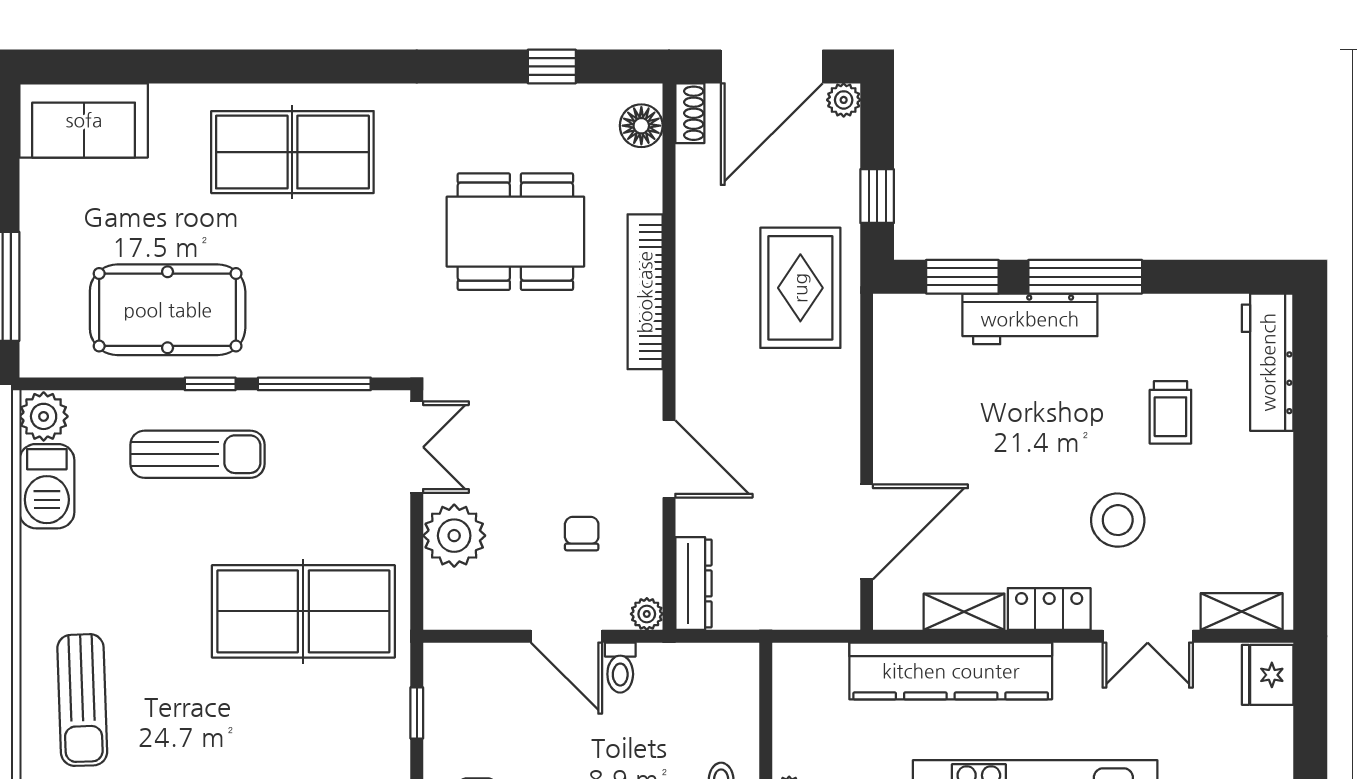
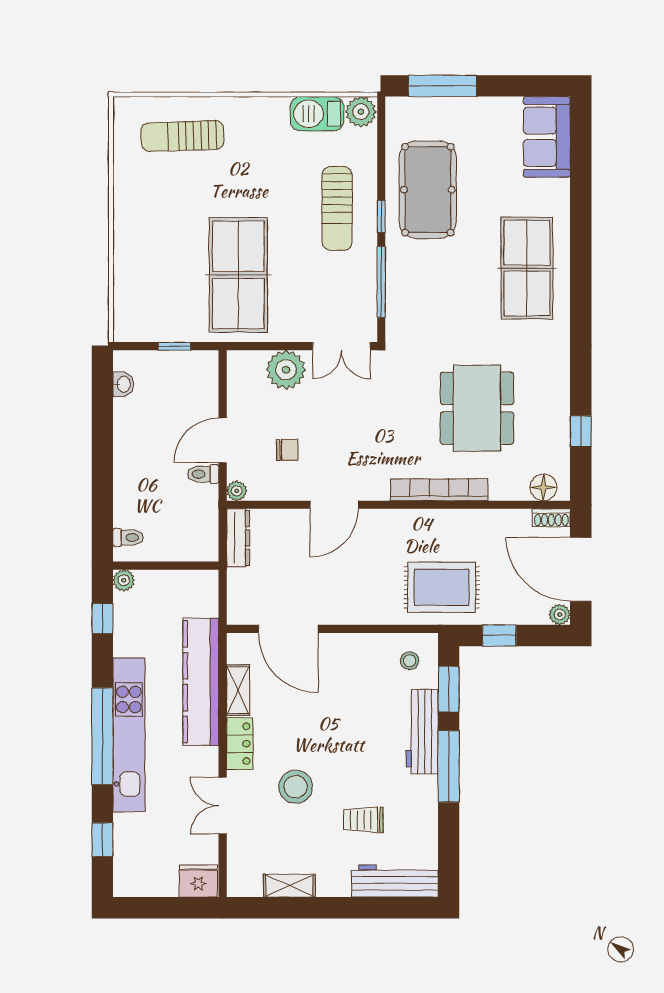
stool: (917, 339) -> (410, 661), added
dresser: (693, 583) -> (238, 538), moved, turned -90
shelving: (1242, 611) -> (289, 886), moved, turned 90

